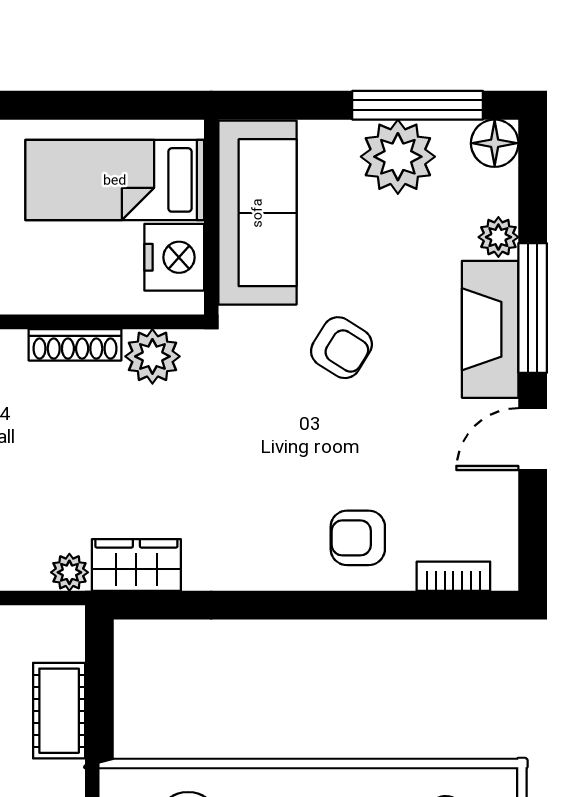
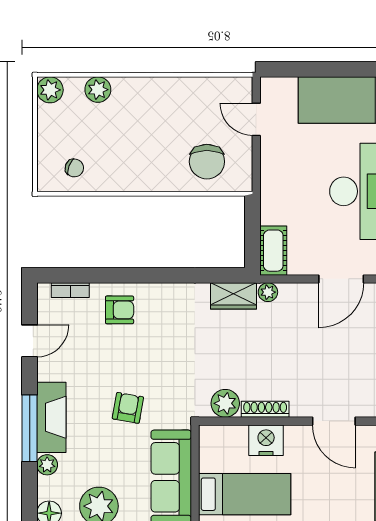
nightstand: (174, 257) -> (266, 440), moved, turned 90
armchair: (341, 348) -> (128, 408), turned 68
door: (533, 439) -> (30, 341), moved
cot: (59, 711) -> (273, 251), moved

